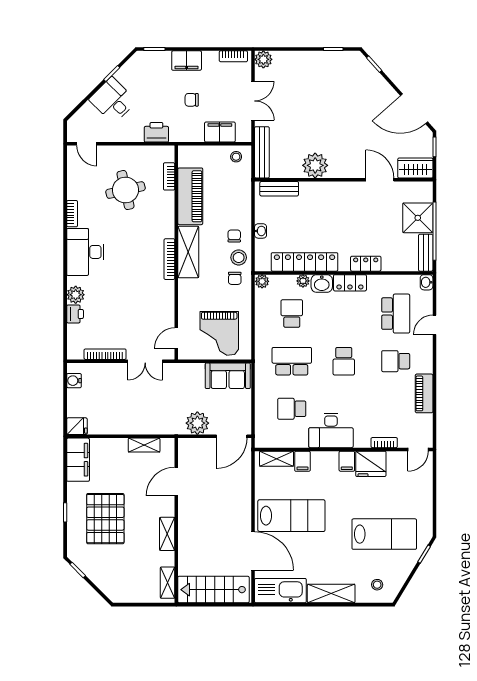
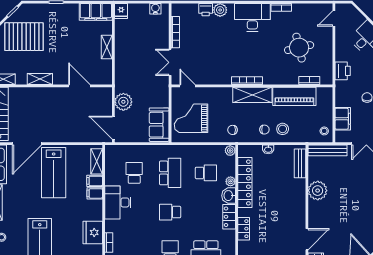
stool: (239, 257) -> (283, 129), moved
shelving: (144, 445) -> (107, 47), moved
filing cabinet: (347, 461) -> (95, 193), moved
pallet: (105, 519) -> (24, 37), moved

